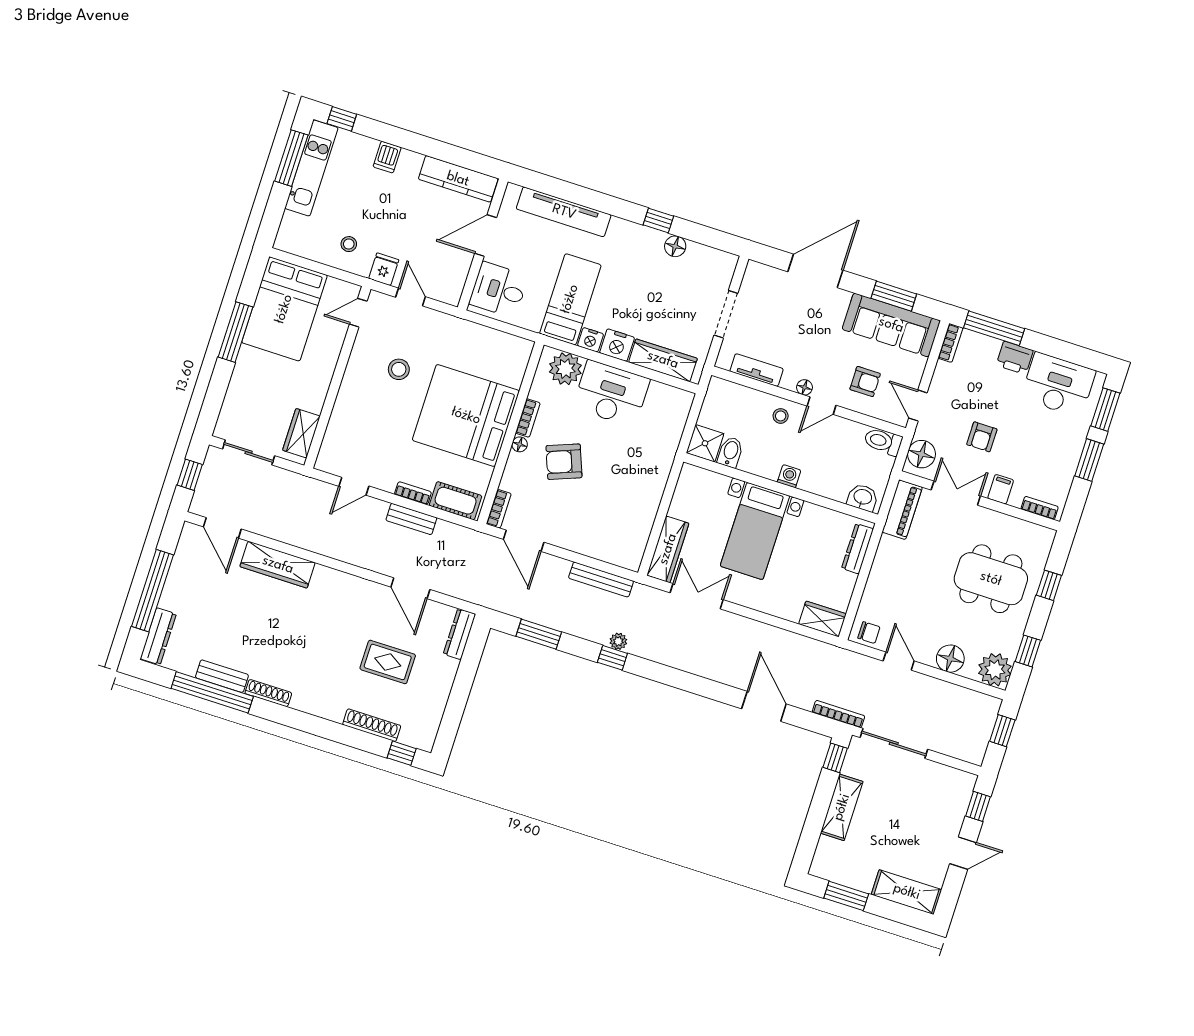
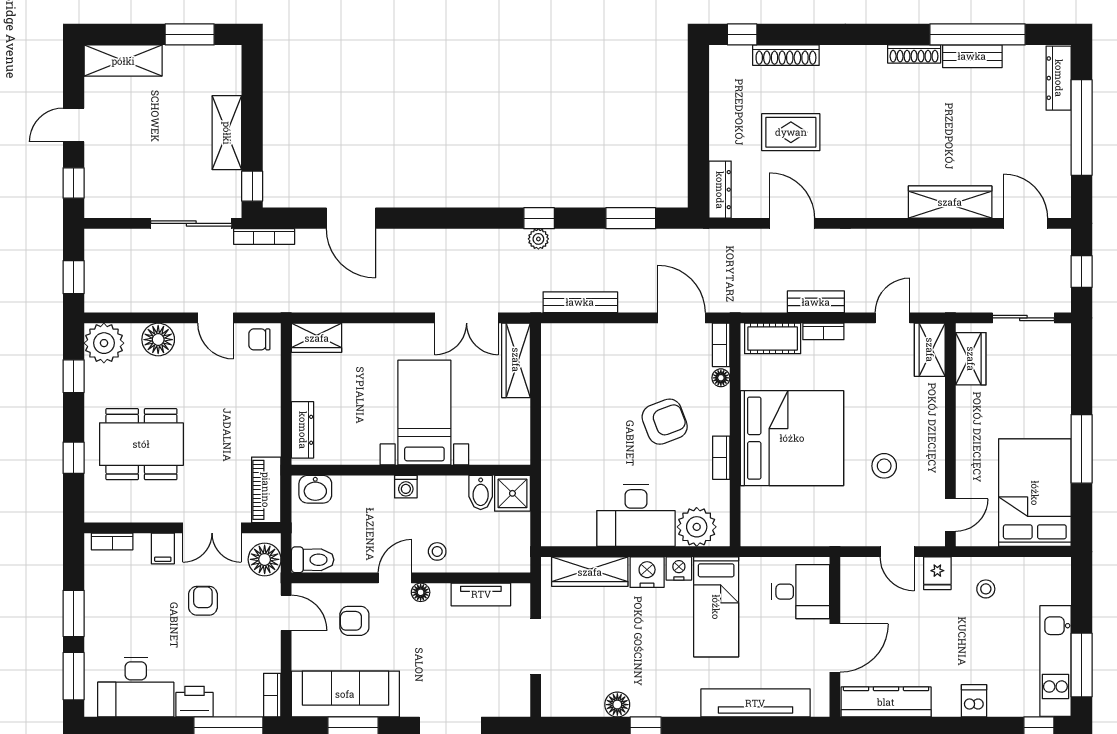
floor lamp: (520, 444) -> (721, 378), moved
wardrobe: (332, 451) -> (930, 350), added

